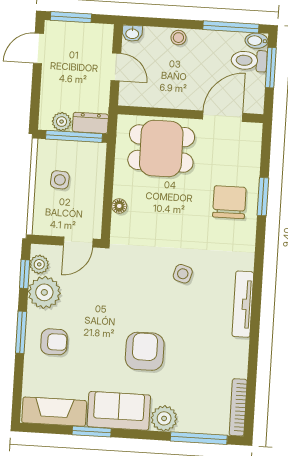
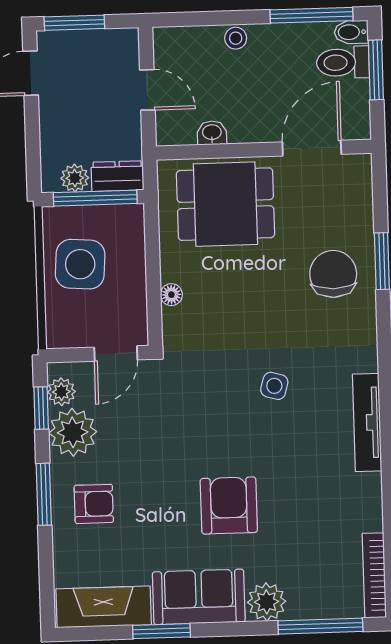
washbasin: (132, 33) -> (212, 133), moved, turned 180
side table: (60, 180) -> (80, 264), width x1.87, depth x1.87

